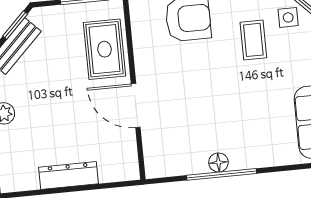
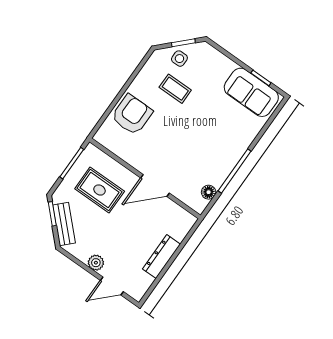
rug: (104, 49) -> (100, 190), moved
floor lamp: (218, 162) -> (209, 192), moved

